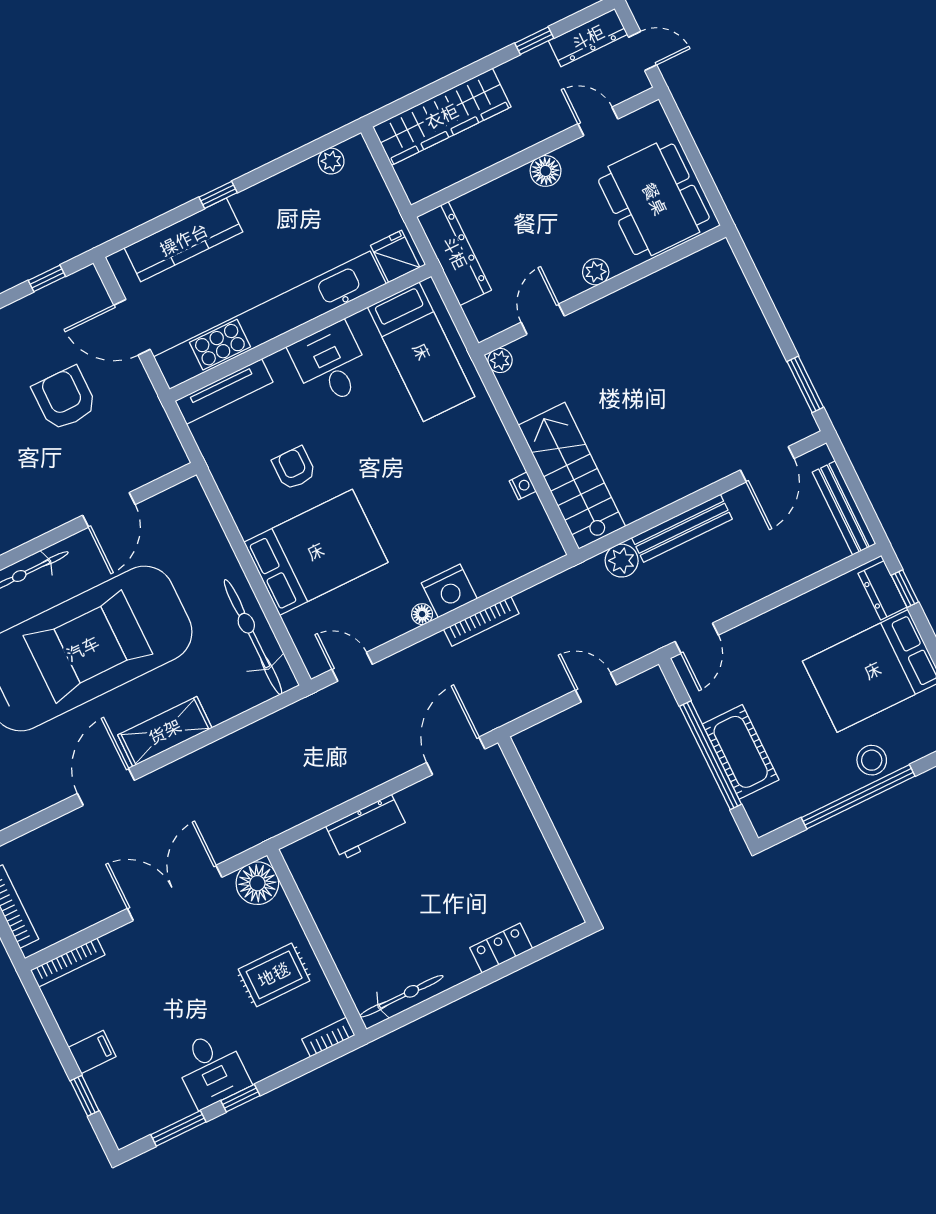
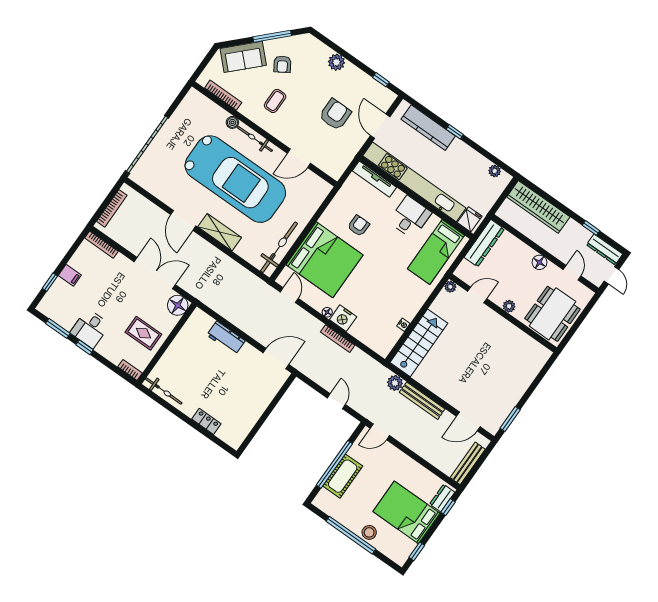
bed: (316, 552) -> (325, 260), width x1.36
door: (106, 787) -> (183, 220), swing flipped

